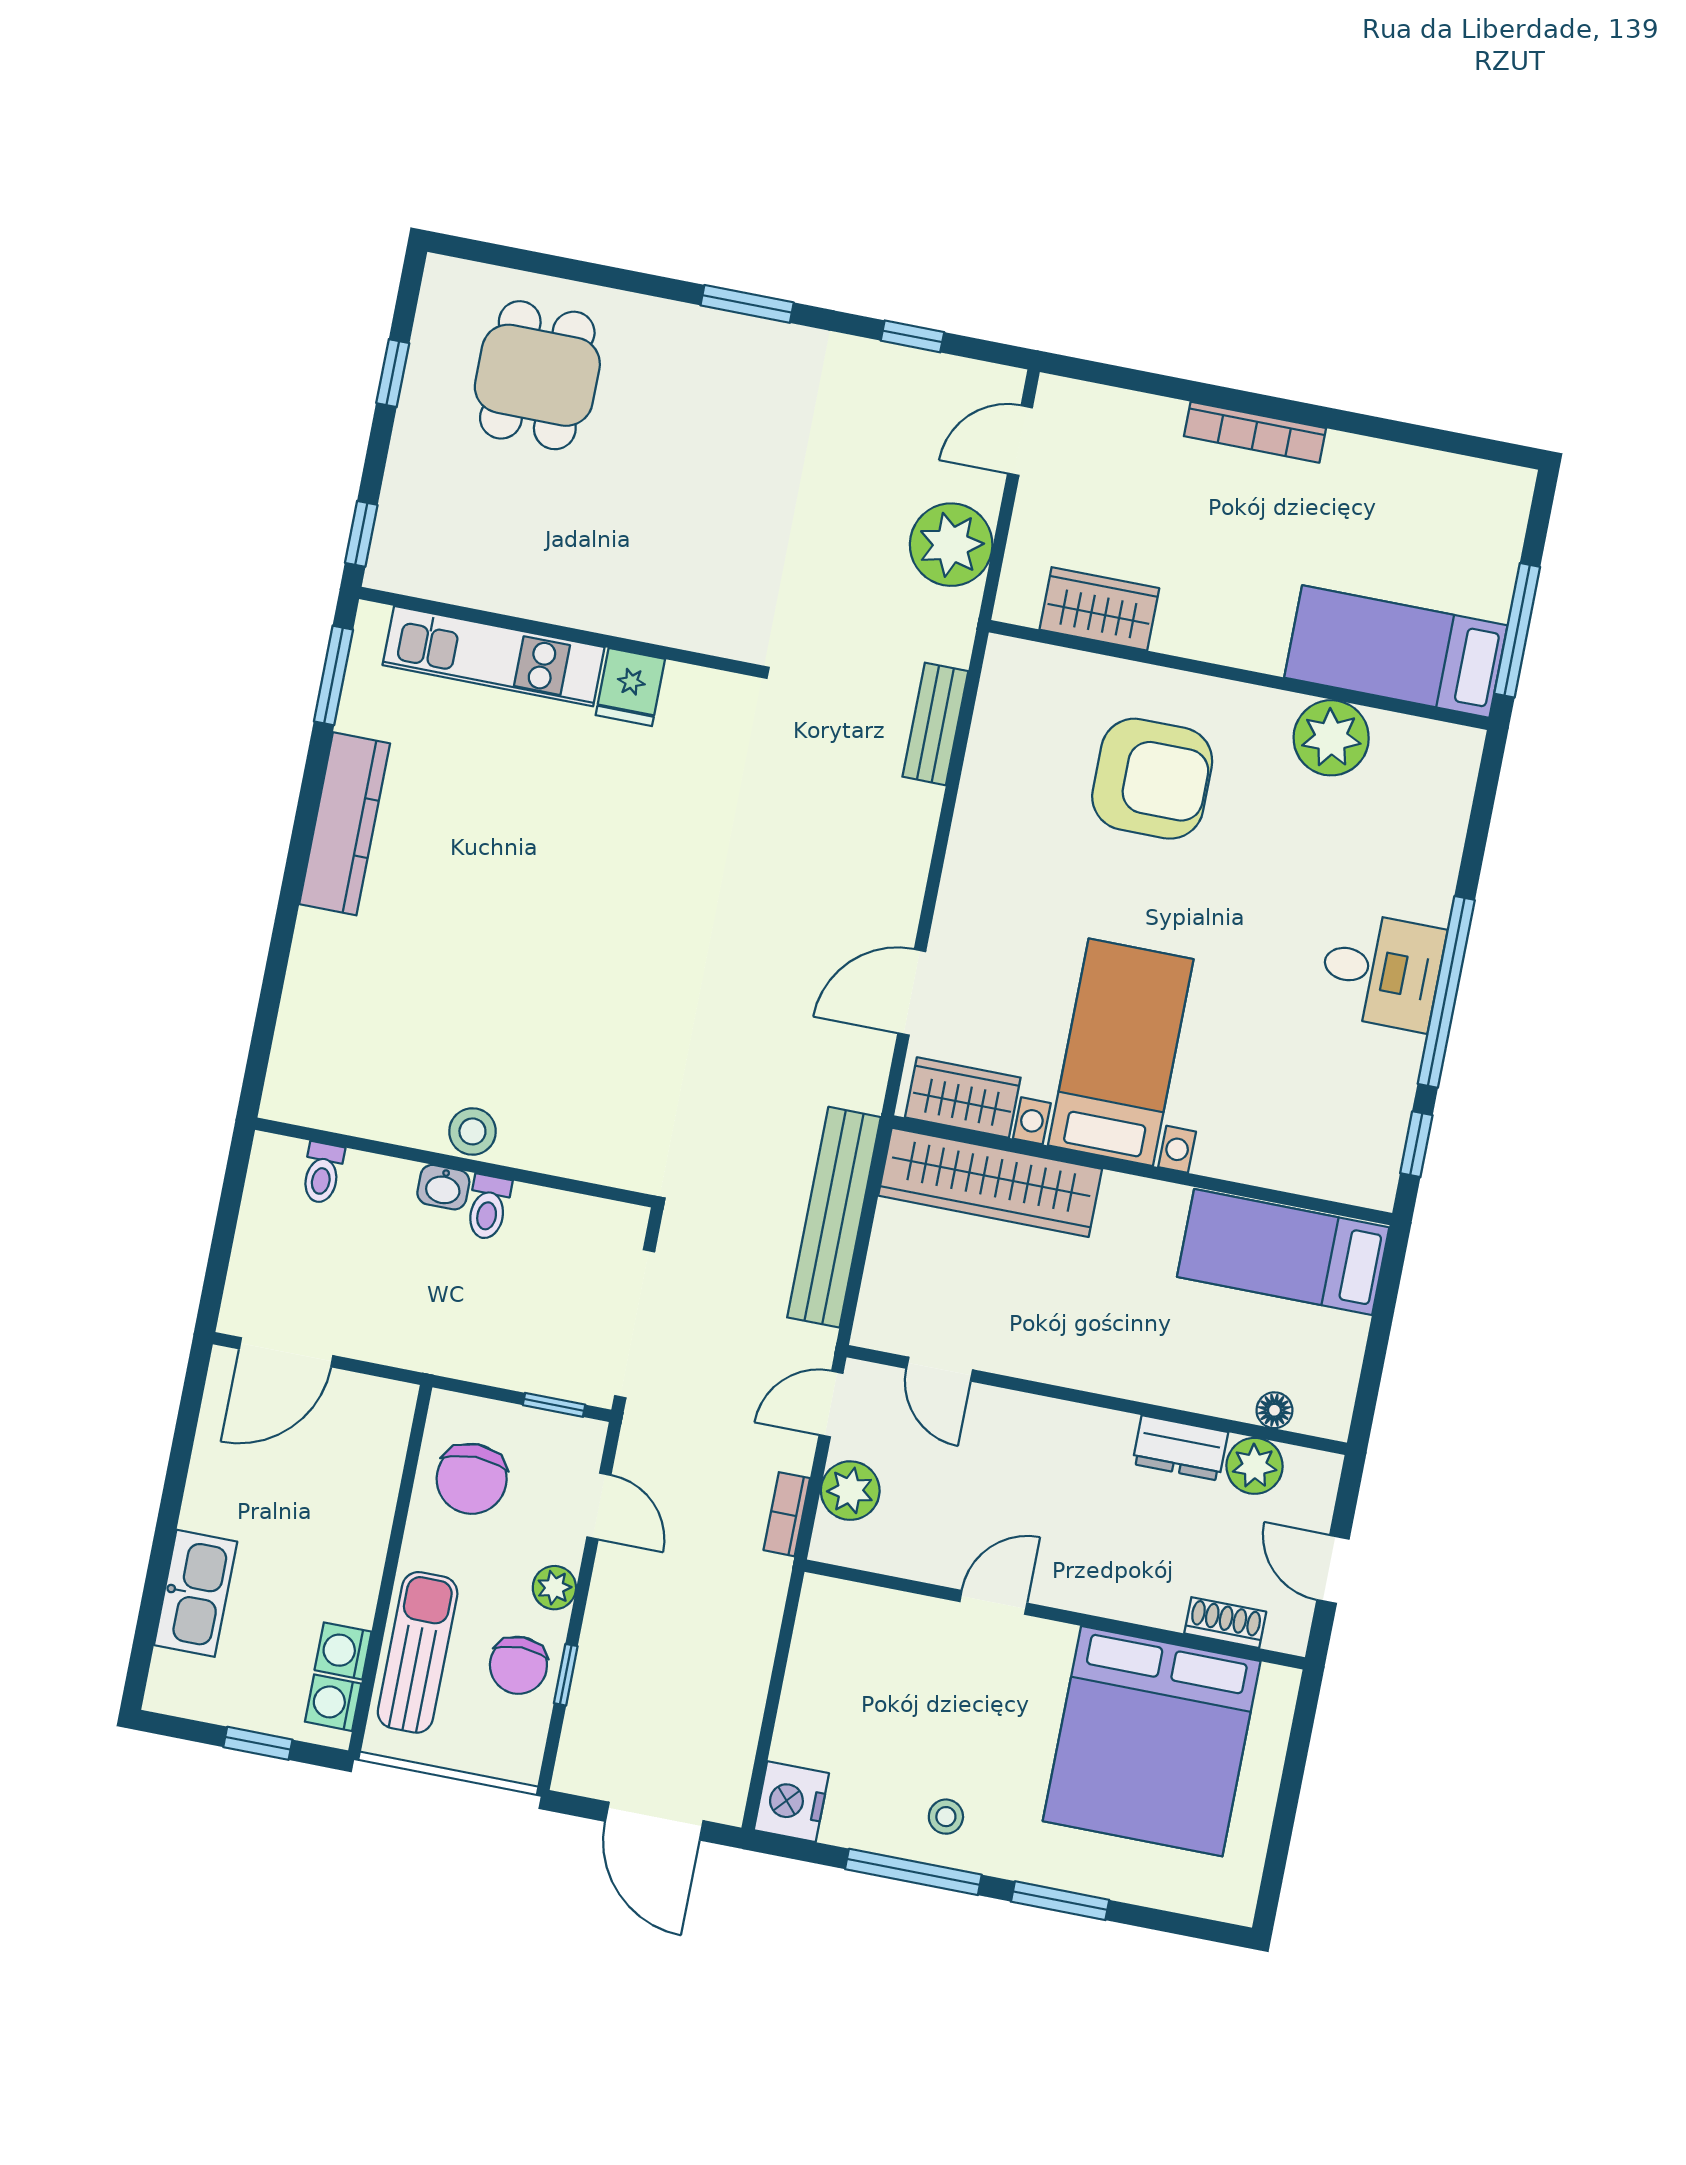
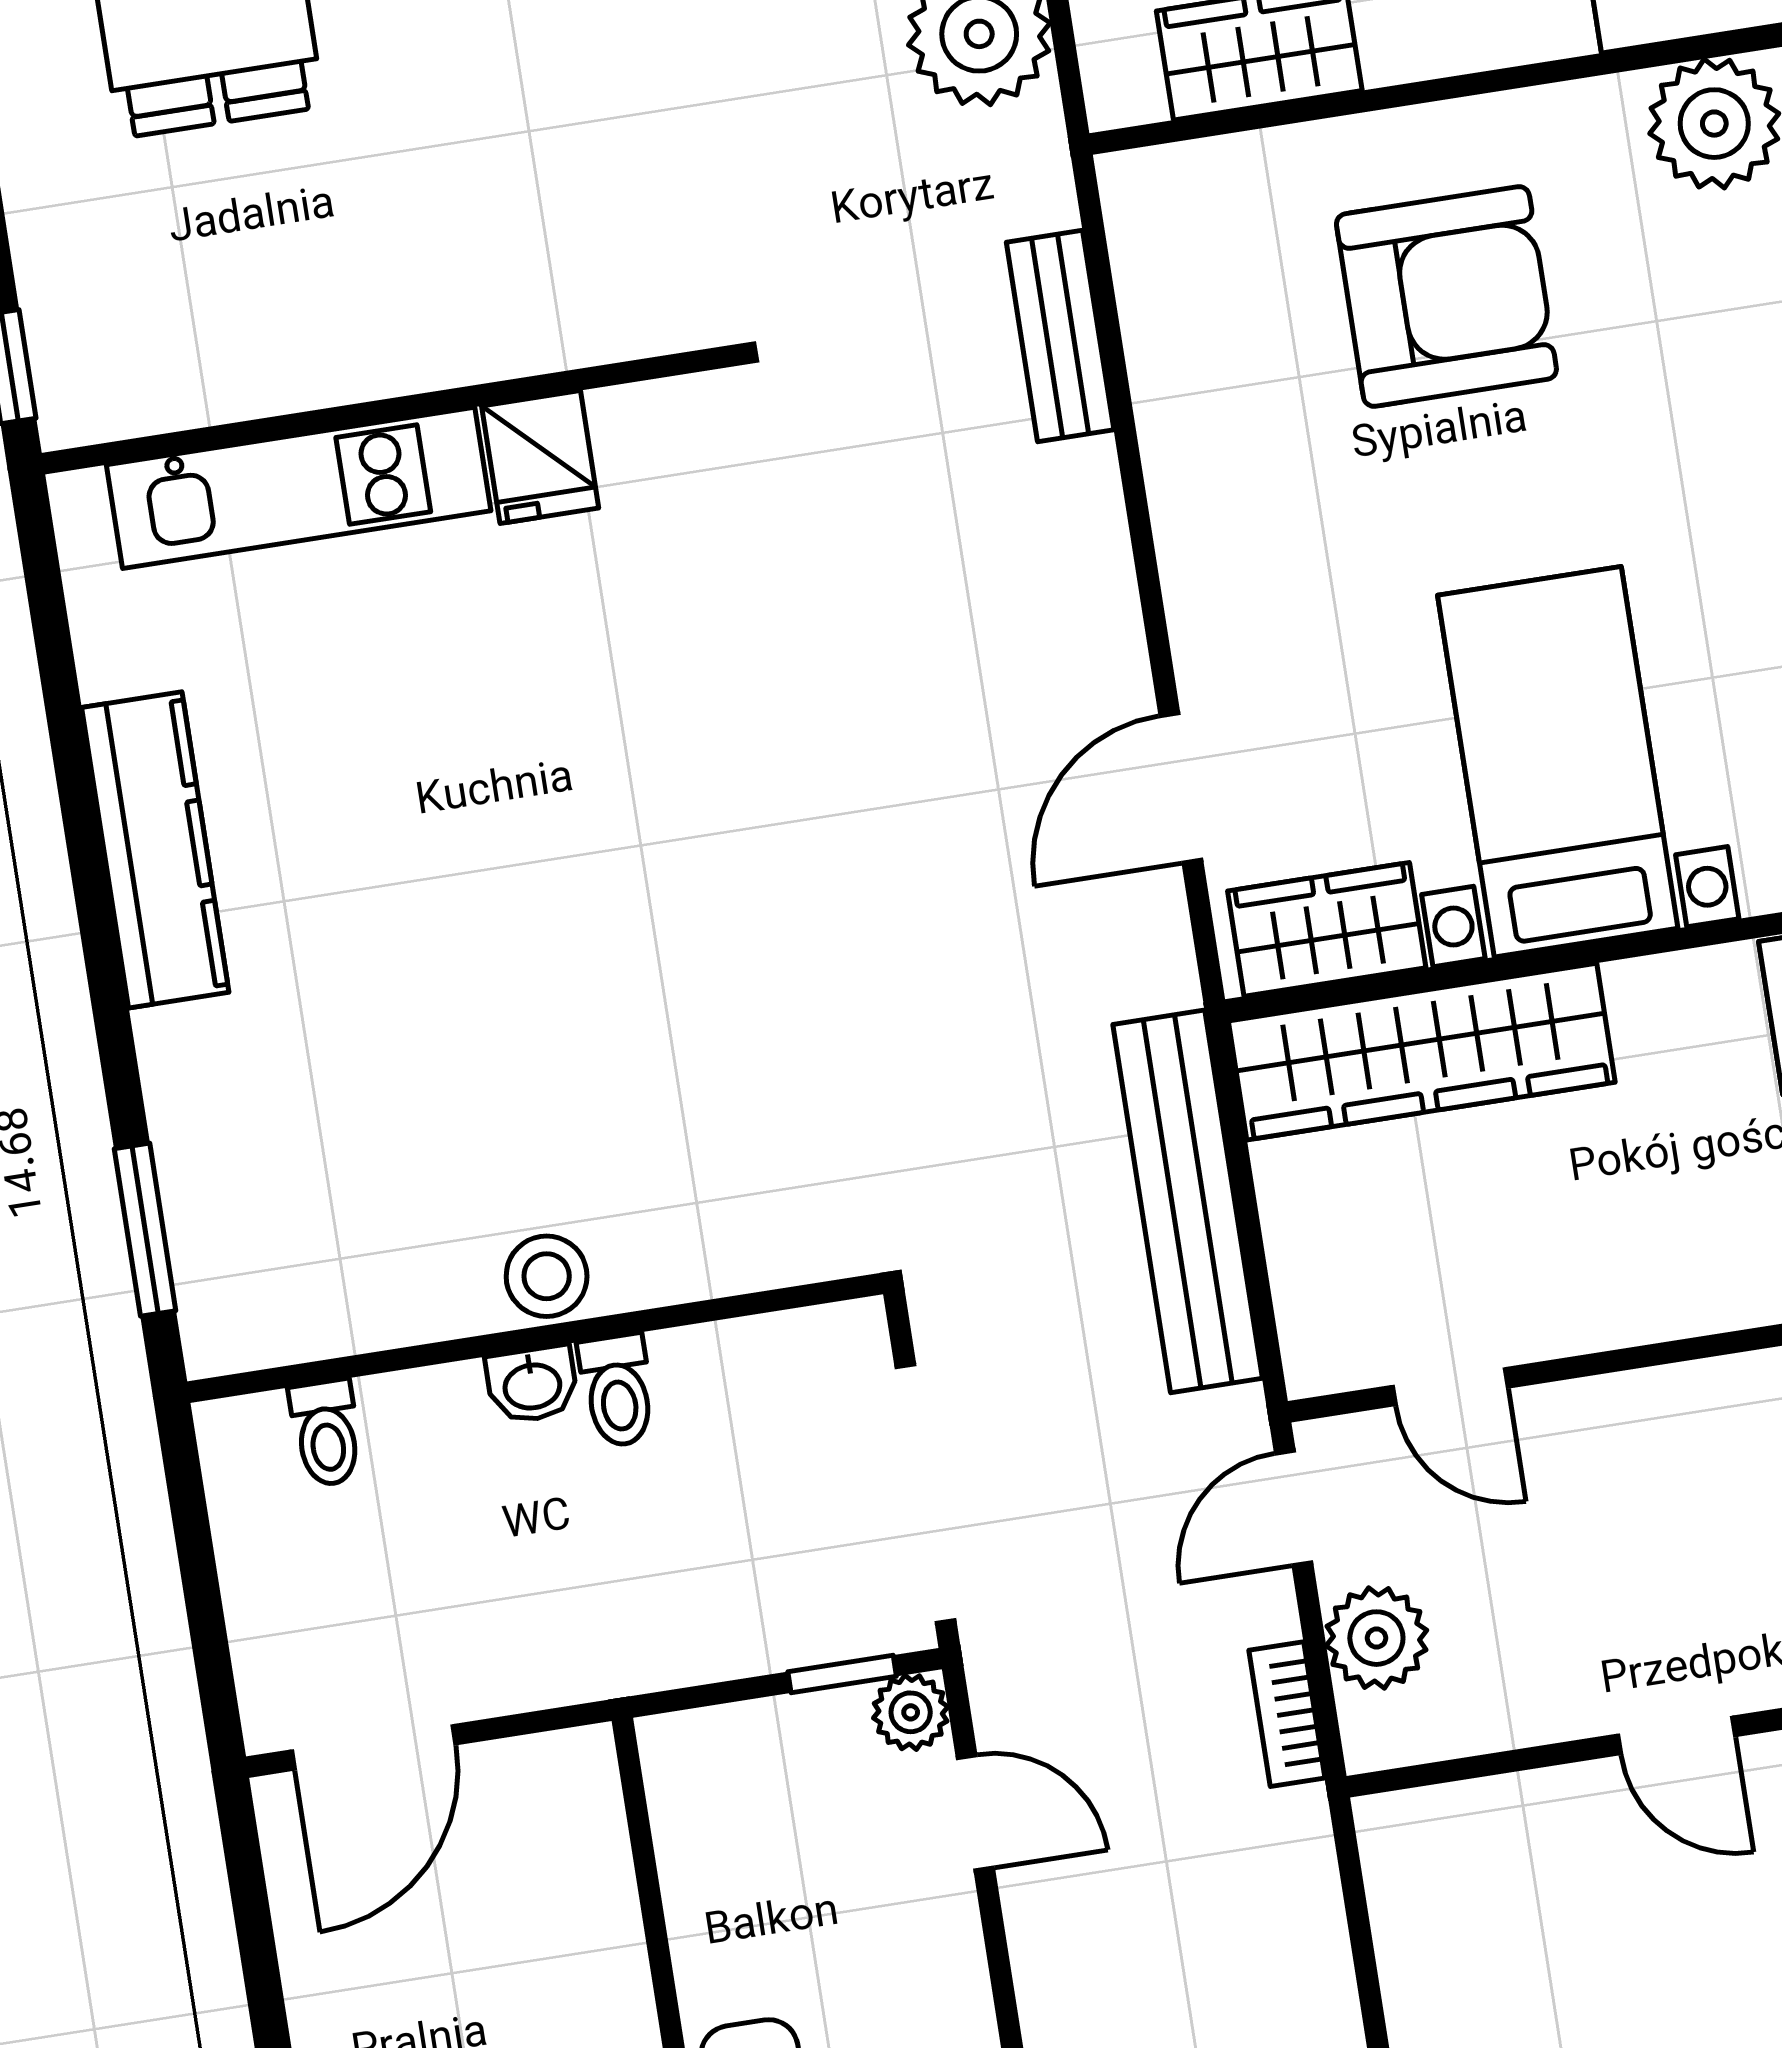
window: (333, 675) -> (145, 1230), moved
chair: (472, 1479) -> (752, 1844), removed
plant: (554, 1588) -> (911, 1712), moved
door: (993, 1602) -> (1677, 1735), swing flipped

